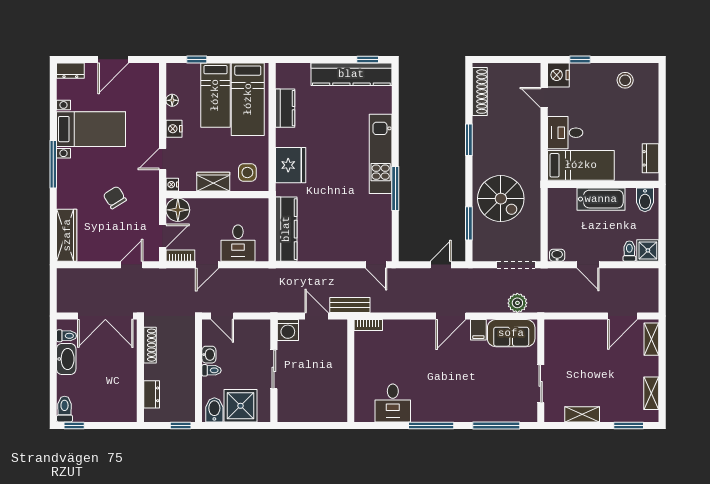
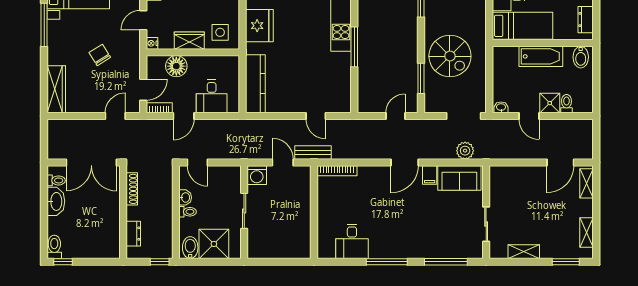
floor lamp: (178, 210) -> (176, 66), moved
shower: (648, 250) -> (550, 103), moved
door: (376, 265) -> (316, 116), moved
bookcase: (368, 325) -> (337, 171), width x1.56

